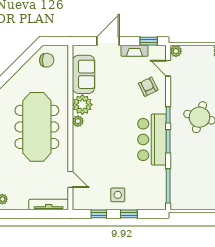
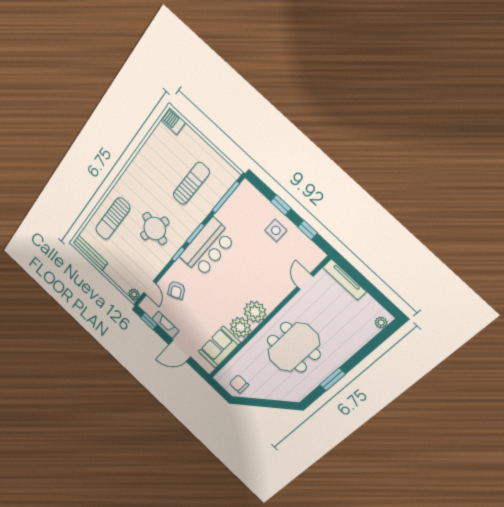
plant: (78, 121) -> (255, 312), width x1.87, depth x1.87
meeting table: (37, 127) -> (294, 347), width x0.73
sun lounger: (199, 173) -> (191, 183), added

